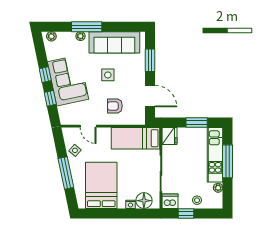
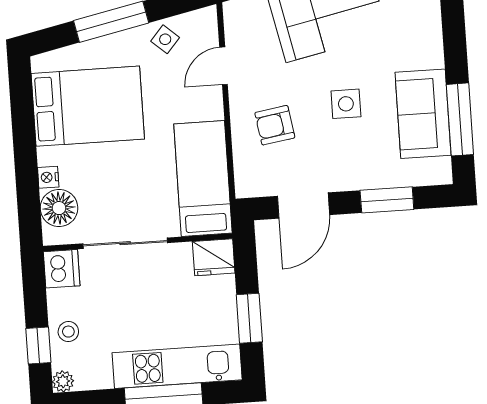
window: (87, 27) -> (460, 119), moved
plant: (80, 36) -> (432, 34), removed
sofa: (114, 42) -> (423, 114), width x0.73
armchair: (115, 106) -> (275, 125), turned -99
plant: (218, 188) -> (63, 381), moved
window: (186, 213) -> (38, 345), moved

